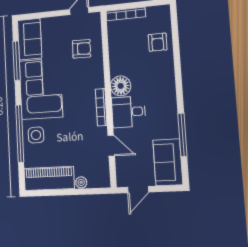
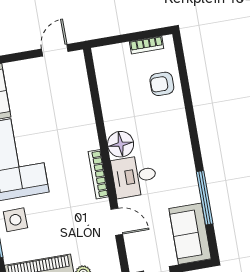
bookcase: (126, 14) -> (147, 45), moved, width x0.64
armchair: (158, 42) -> (162, 84), turned 90
armchair: (82, 49) -> (64, 100), removed

